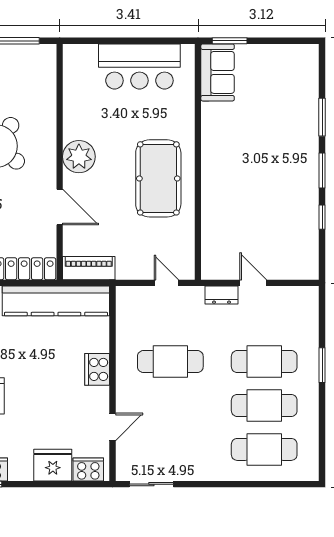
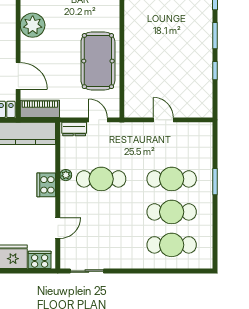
pool table: (158, 178) -> (98, 61), moved
door: (60, 207) -> (18, 76), moved
dresser: (222, 295) -> (74, 129), moved
plant: (123, 356) -> (66, 175), added

